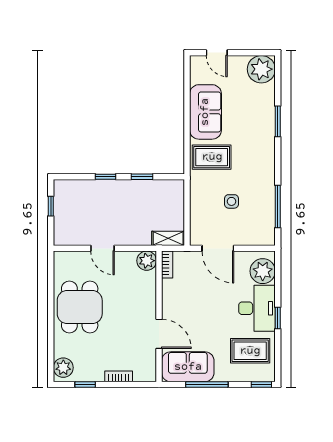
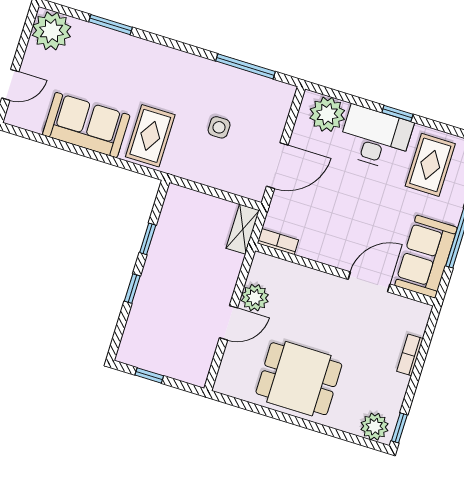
window: (278, 121) -> (111, 25), moved
plant: (147, 261) -> (255, 298), moved
window: (85, 384) -> (399, 428), moved

